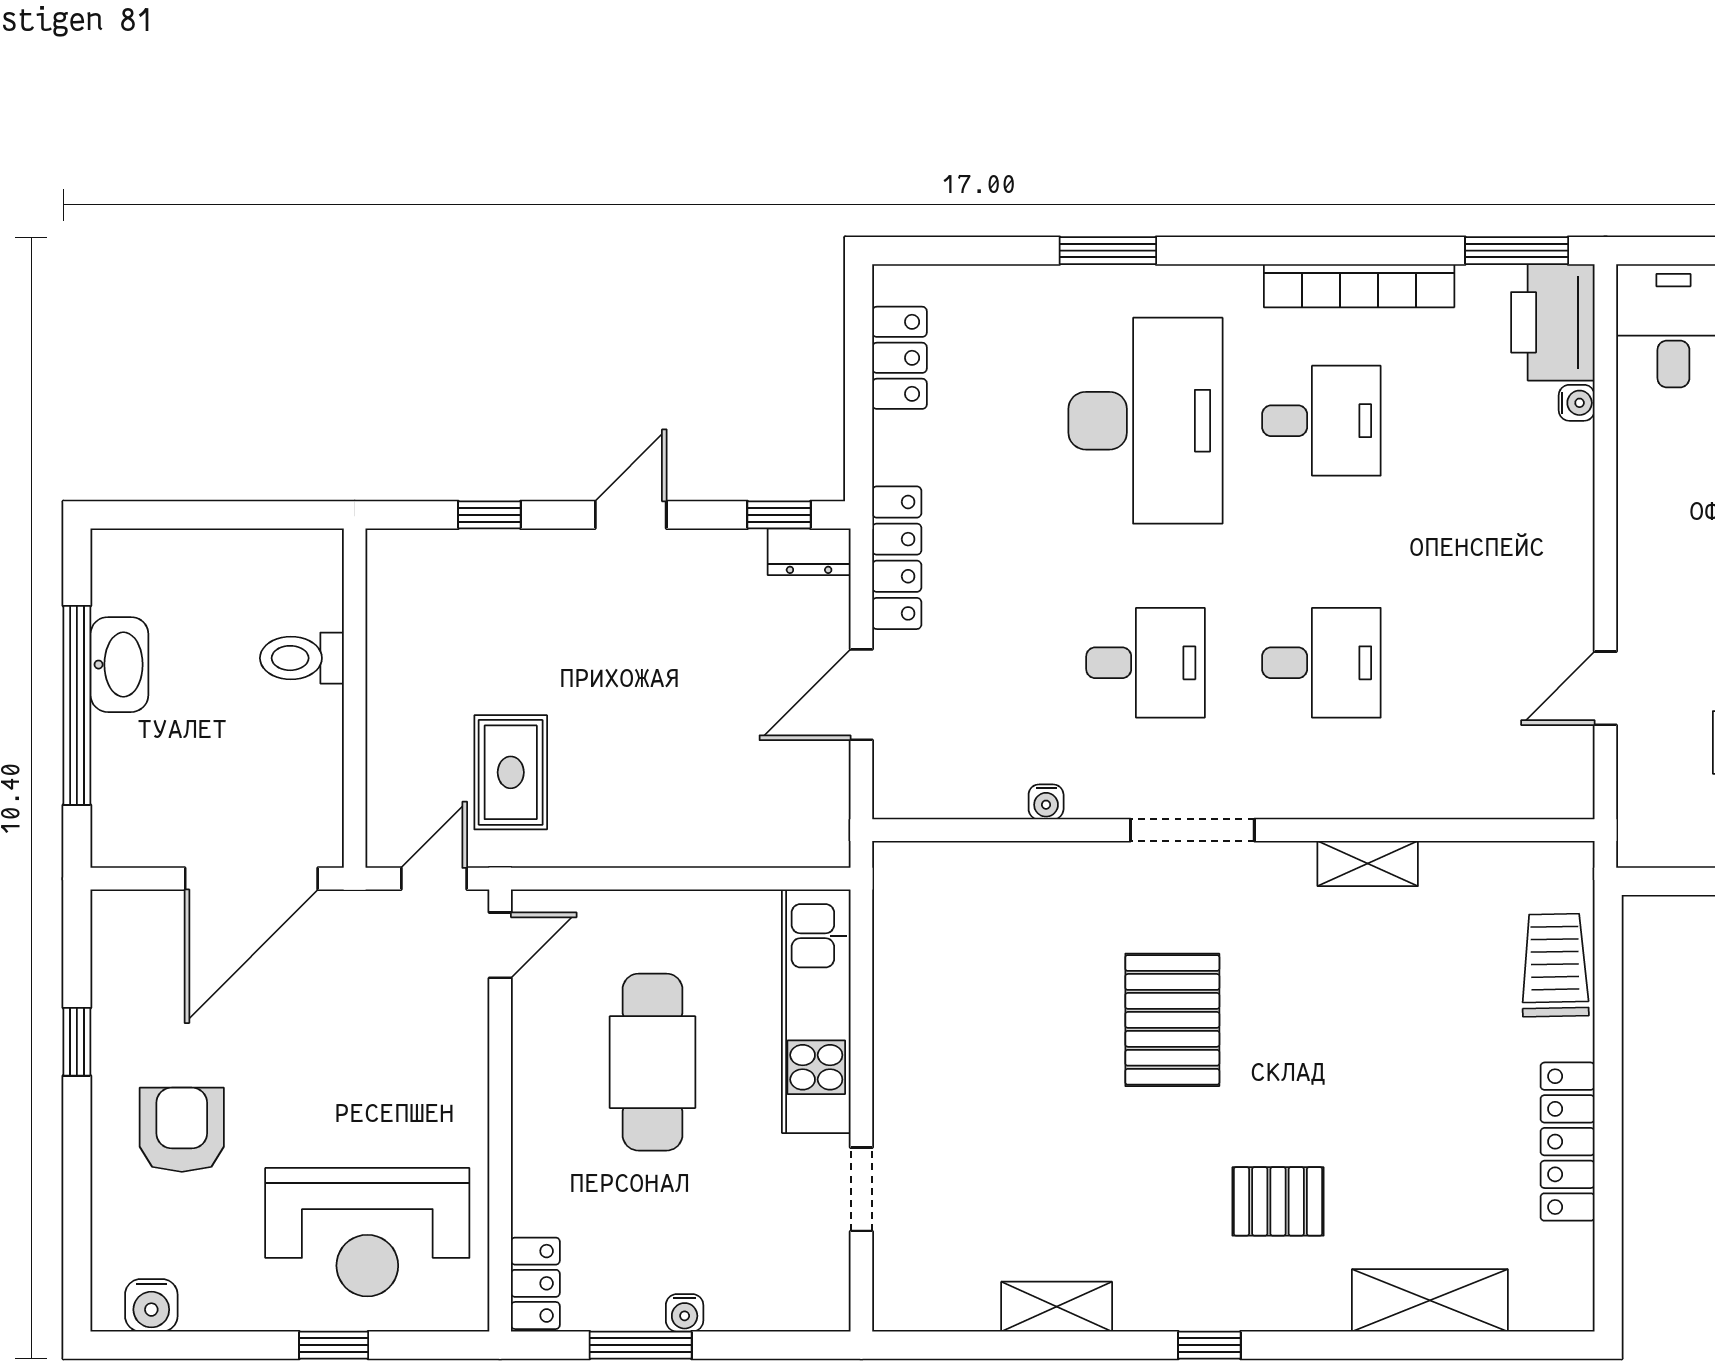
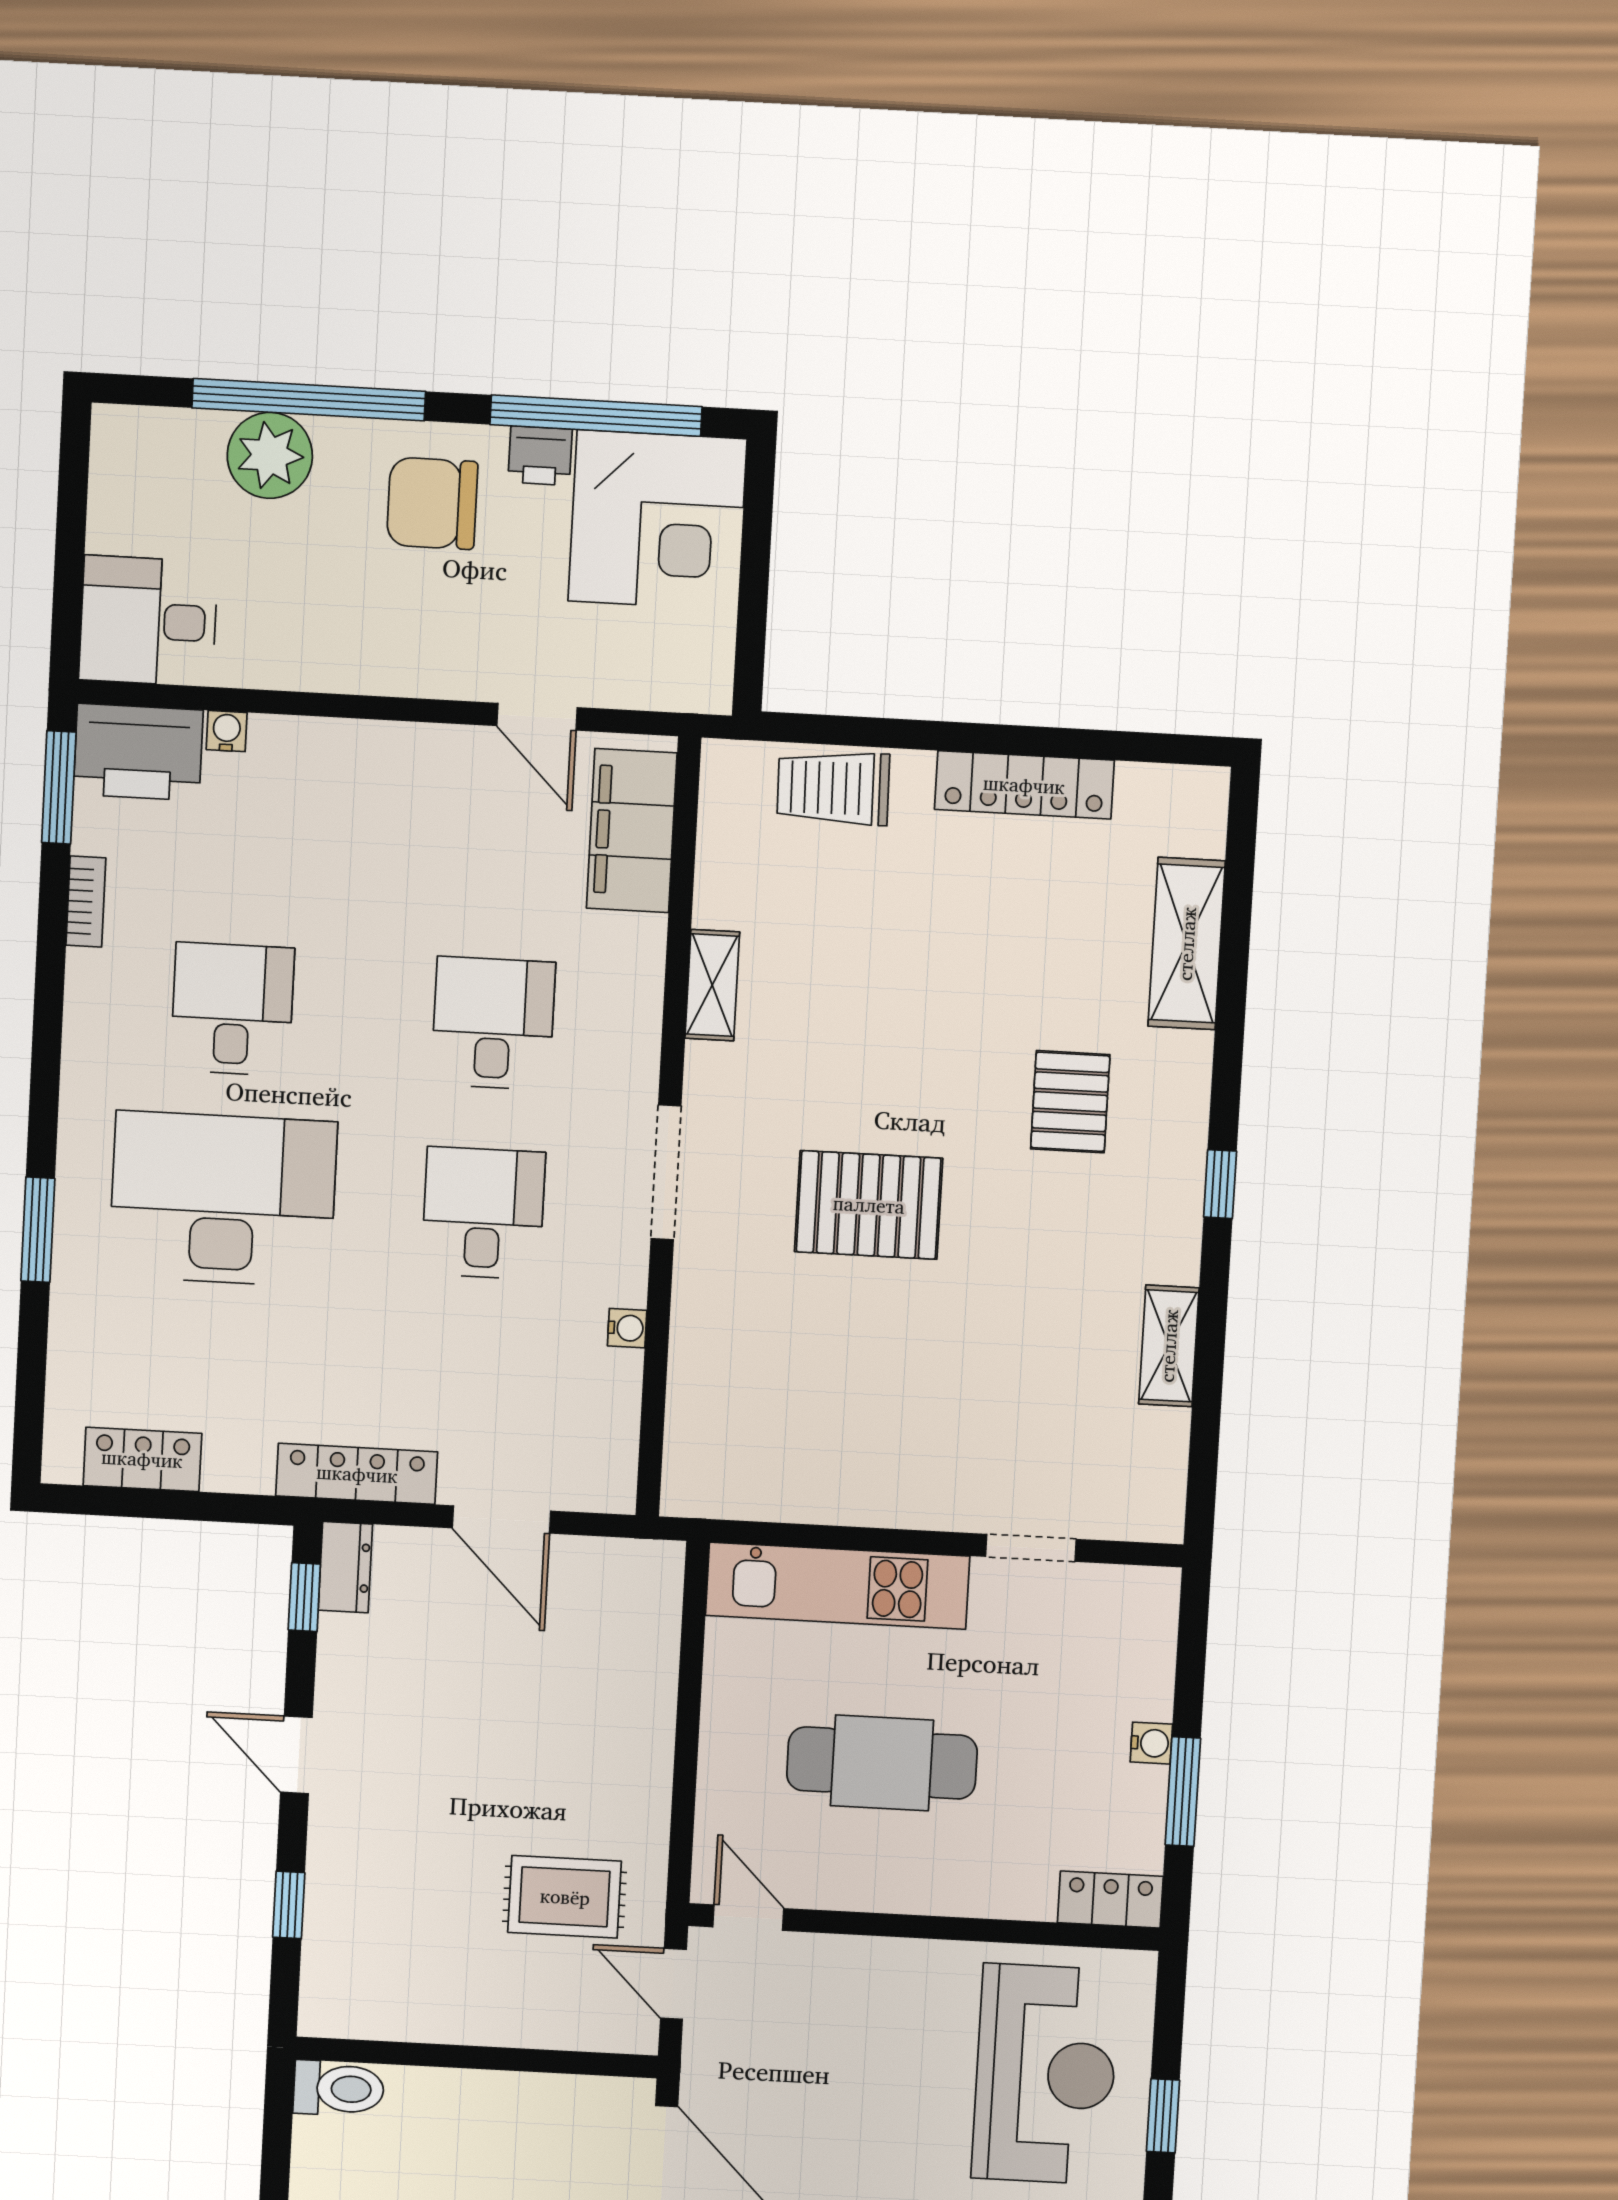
bookcase: (1359, 286) -> (86, 902), width x0.43, depth x0.76
toilet: (302, 658) -> (339, 2089), moved, turned -90
filing cabinet: (1506, 781) -> (632, 831), added

